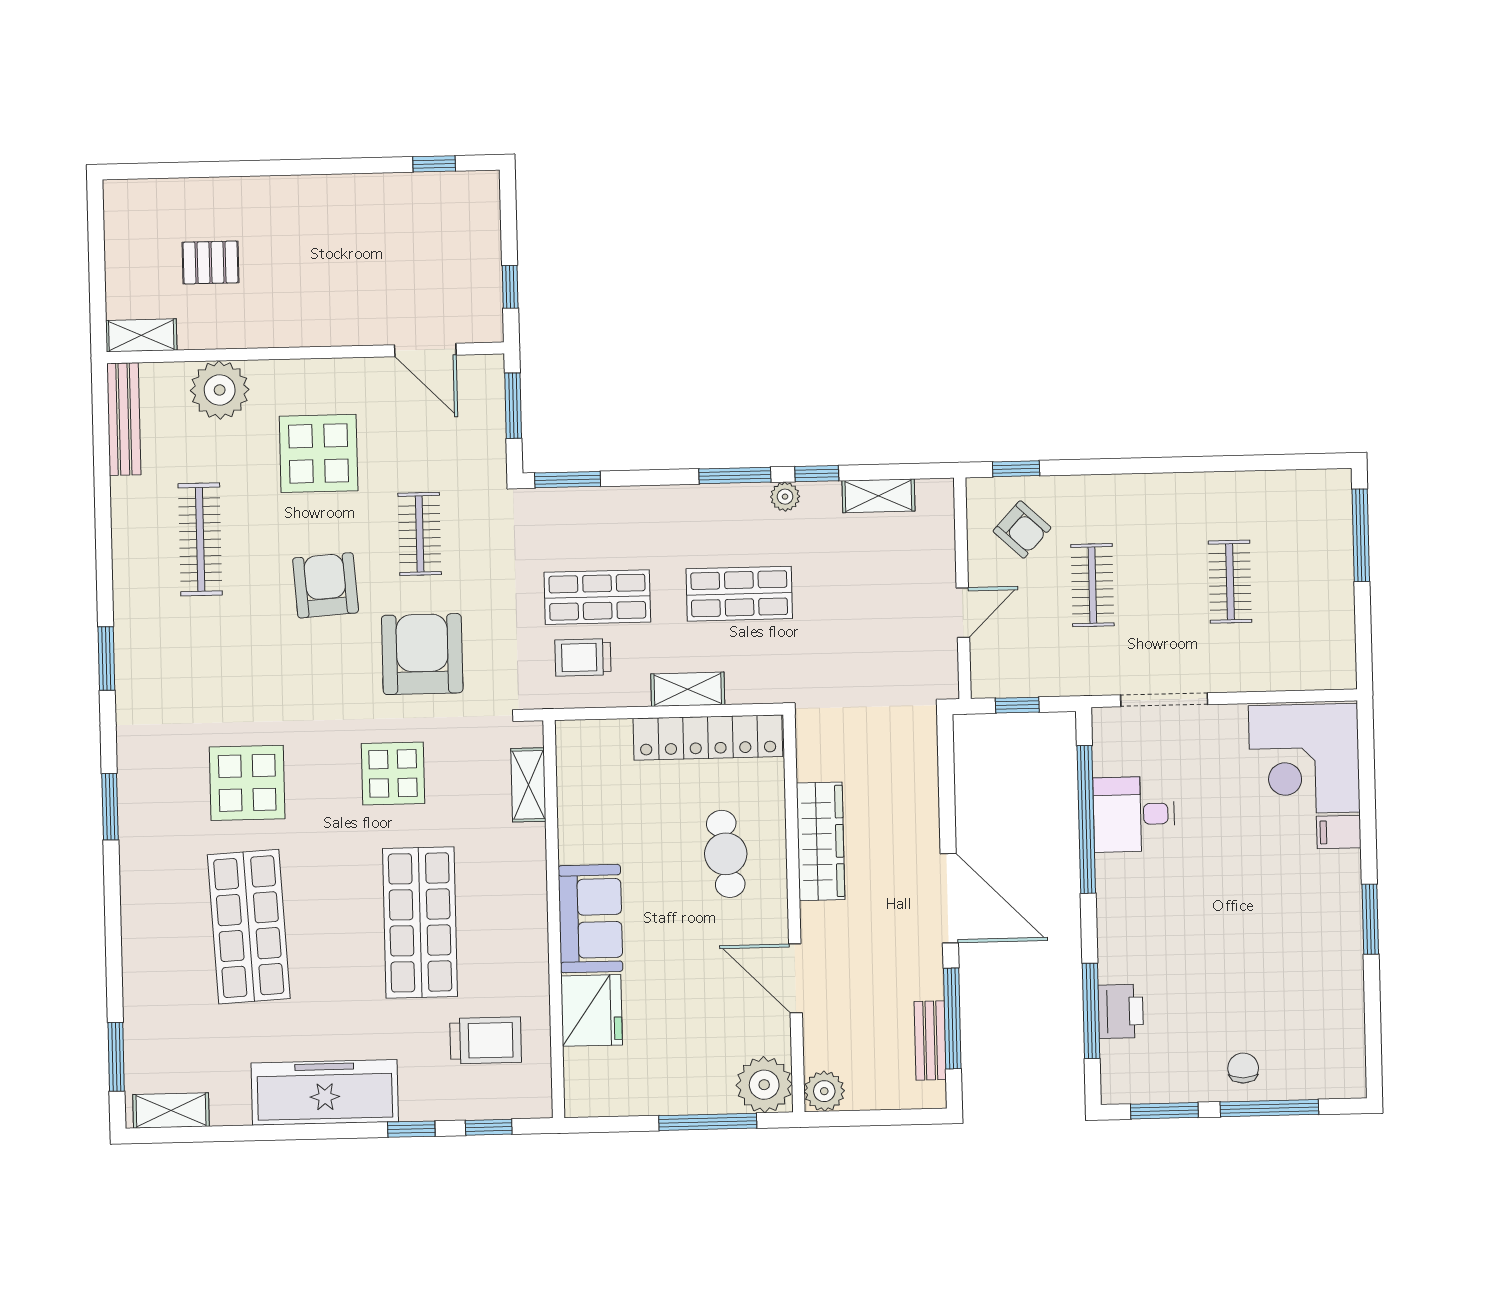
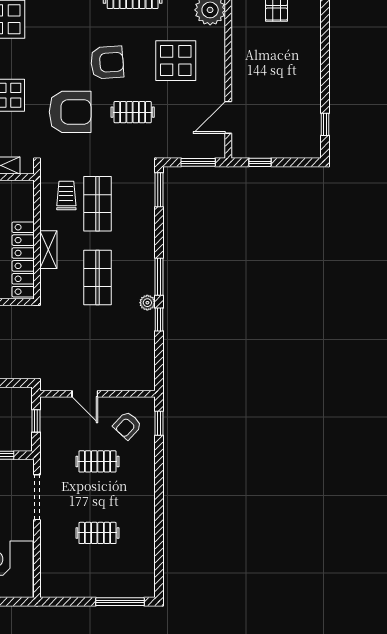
shelving: (878, 496) -> (147, 351), removed

